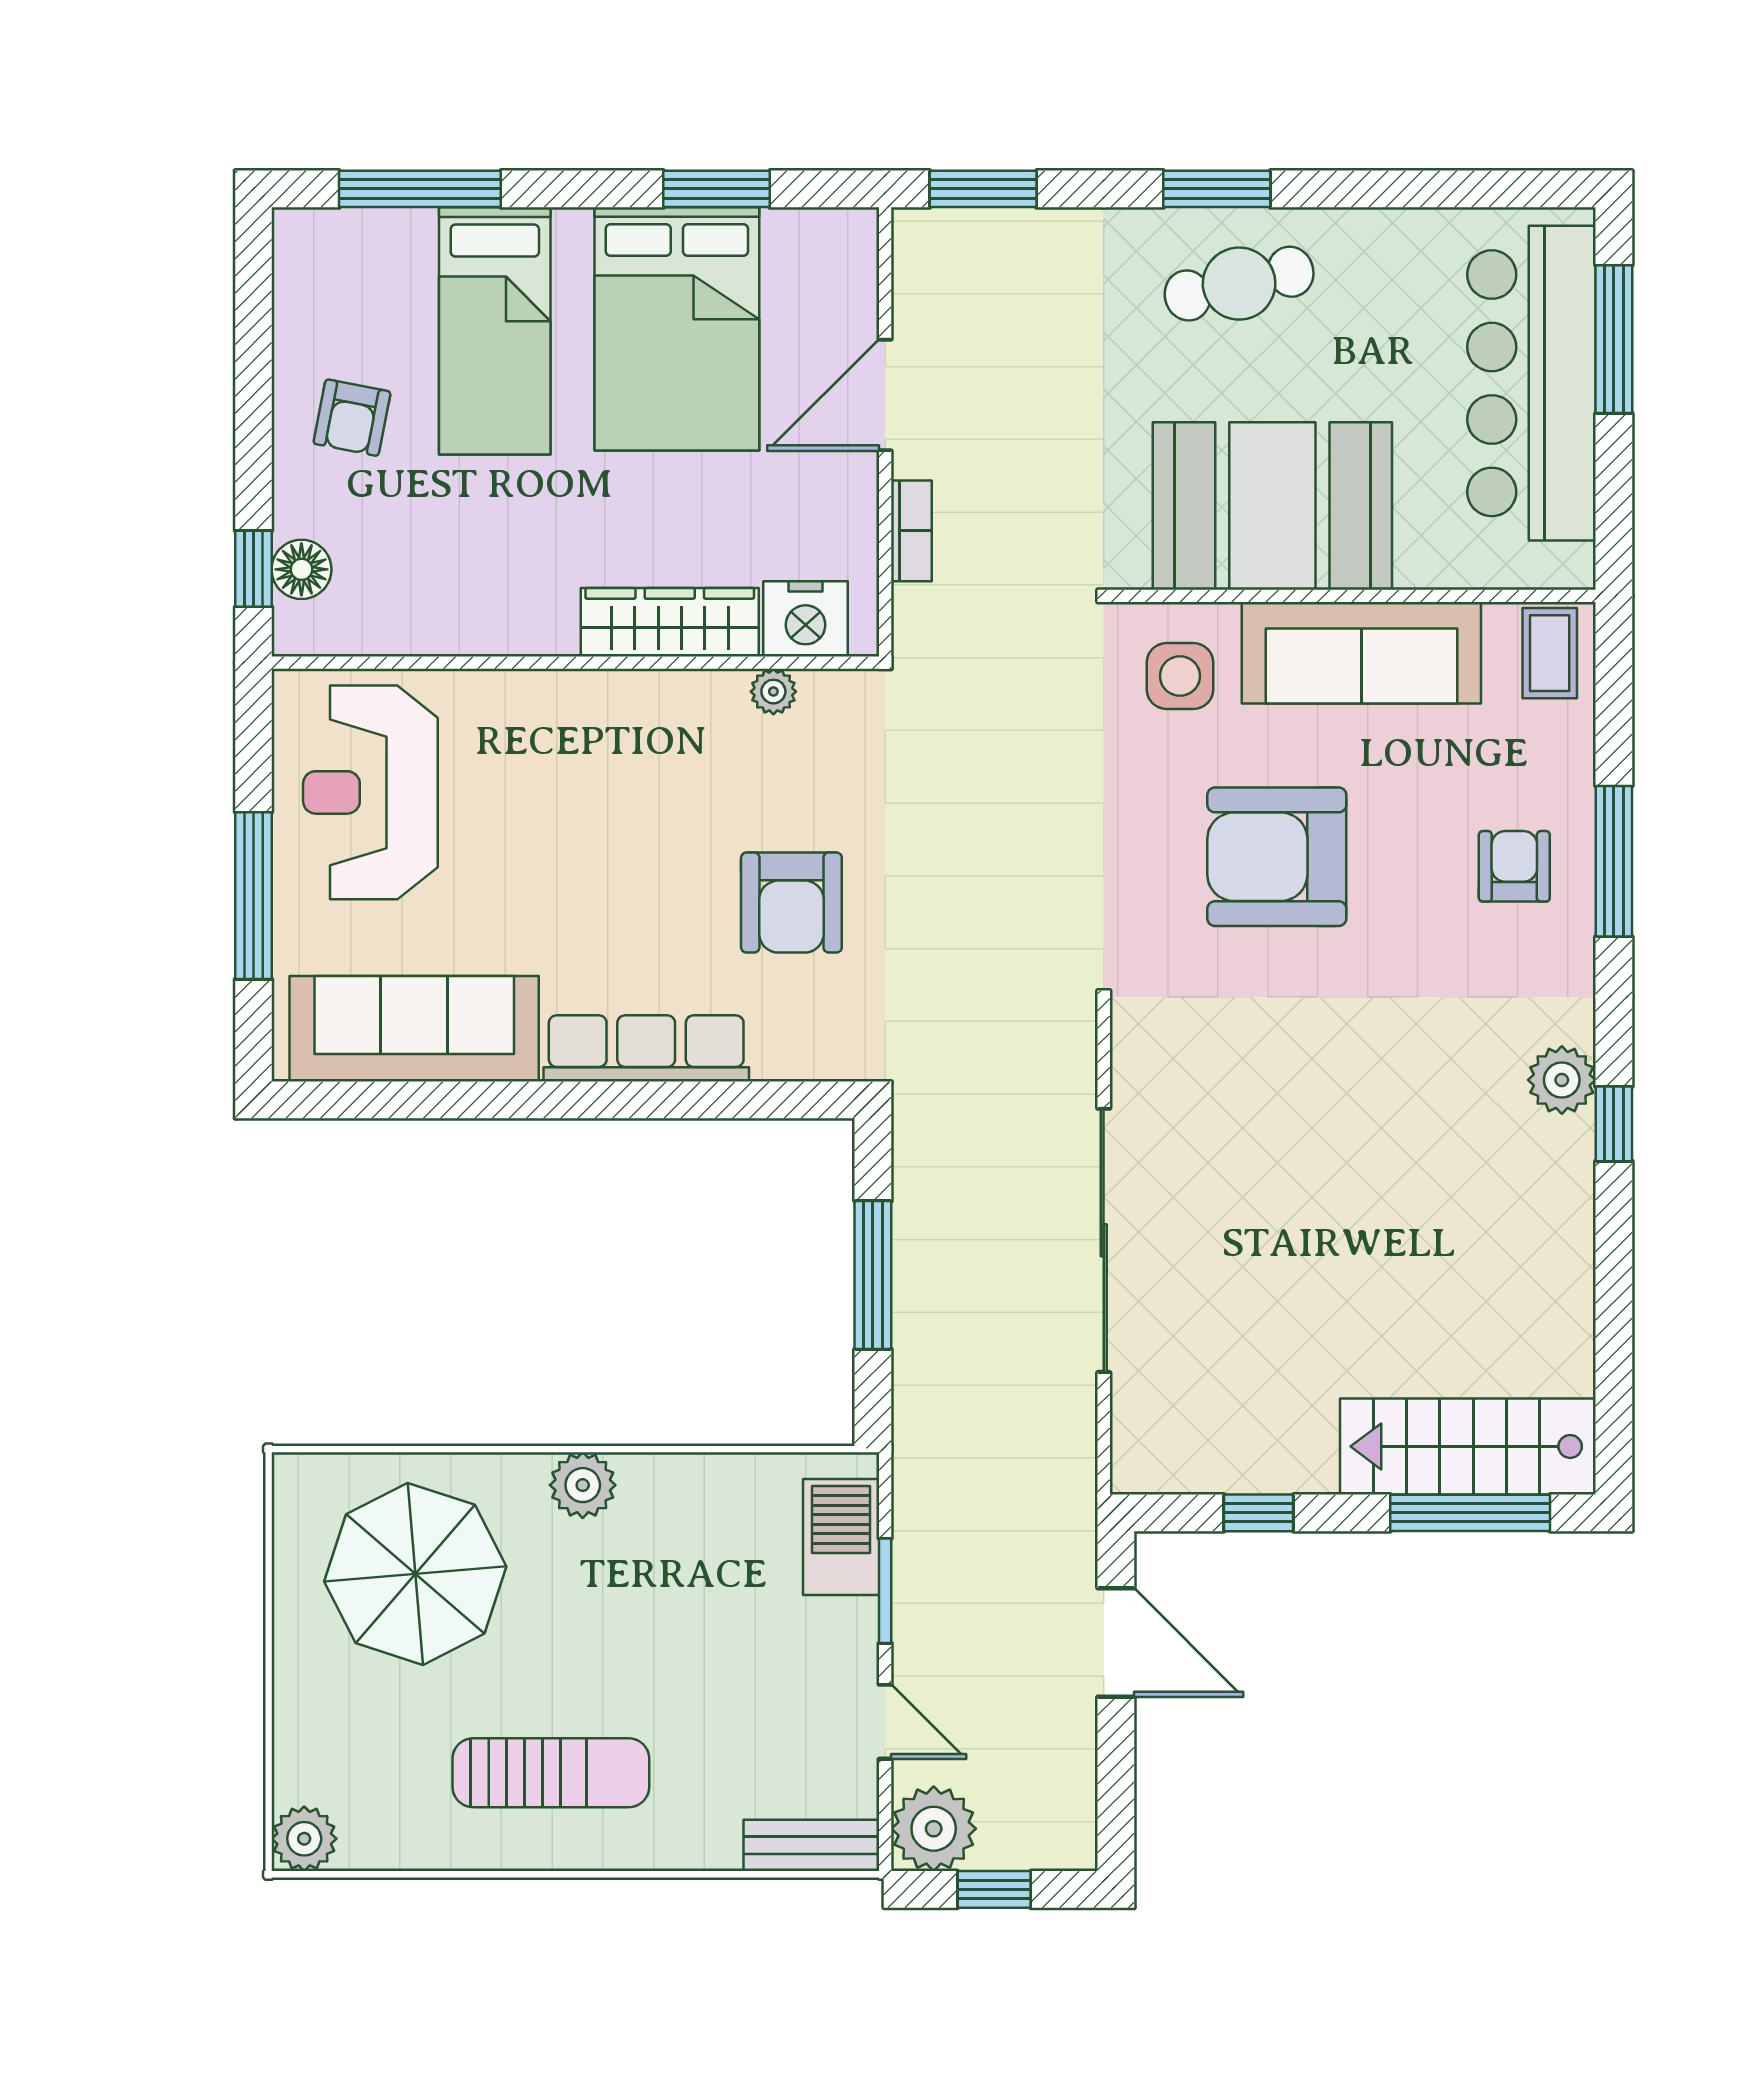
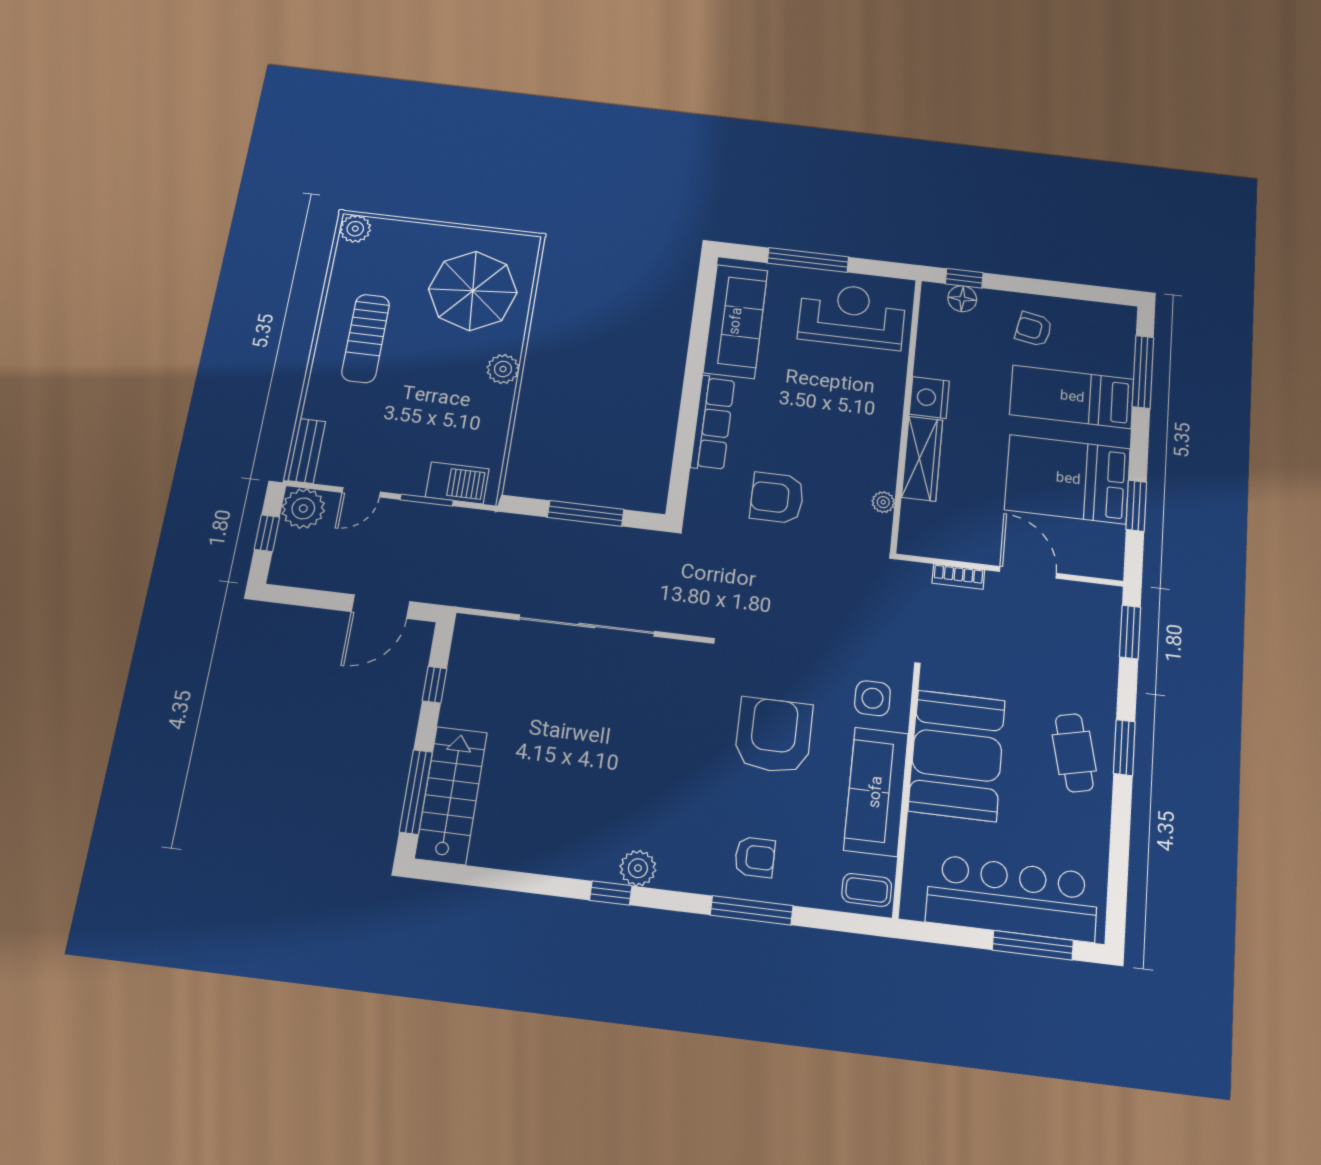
nightstand: (806, 619) -> (929, 398), moved

